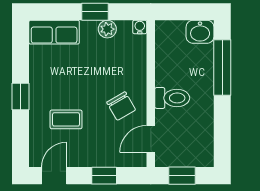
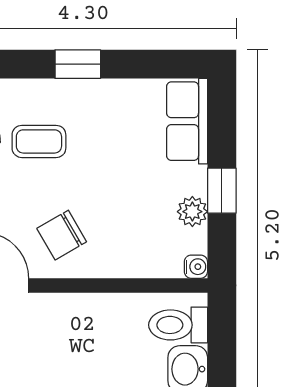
toilet: (172, 98) -> (178, 325), moved, turned 90
coffee table: (66, 119) -> (39, 141), turned 90

